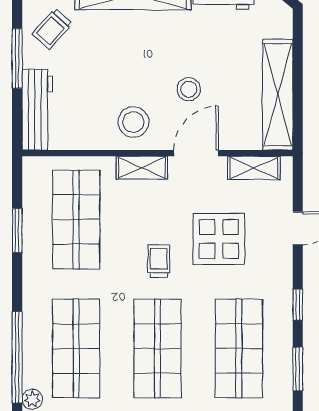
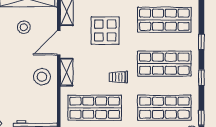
stool: (189, 89) -> (24, 27), moved
door: (196, 153) -> (59, 43), hinge flipped
trolley: (159, 261) -> (118, 77), moved

